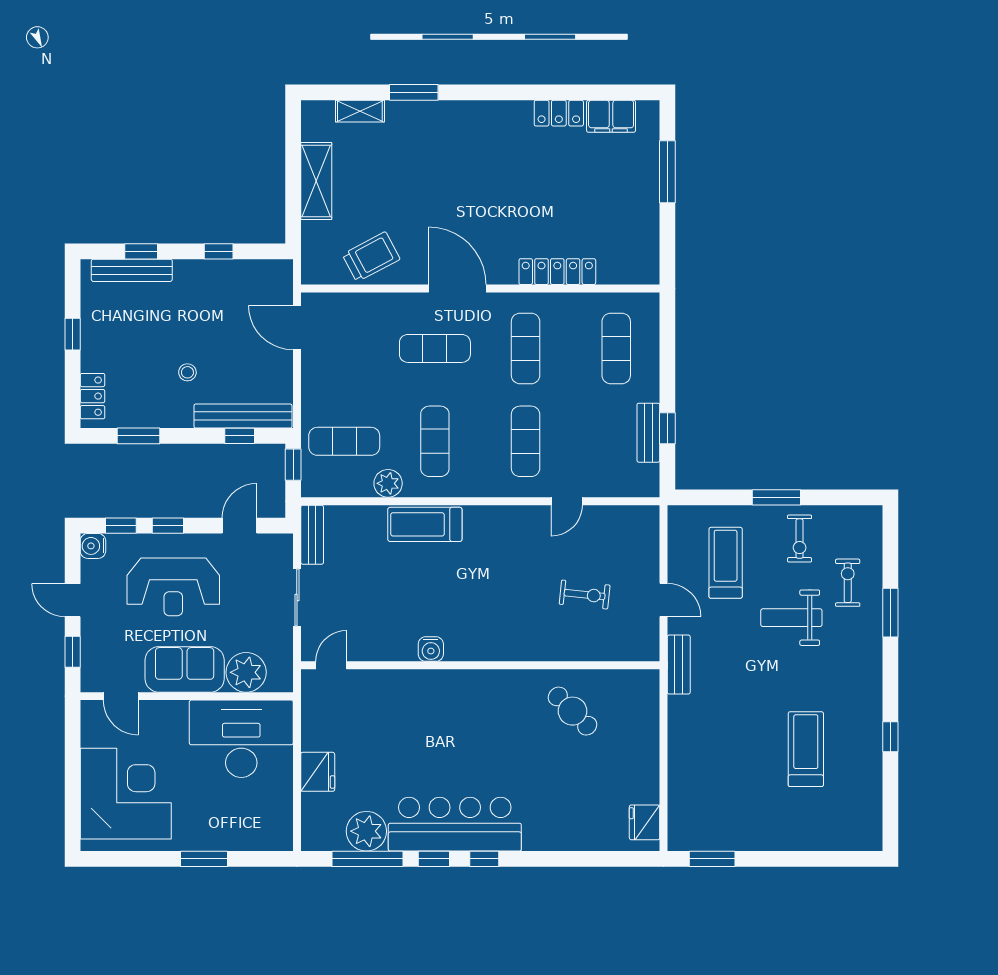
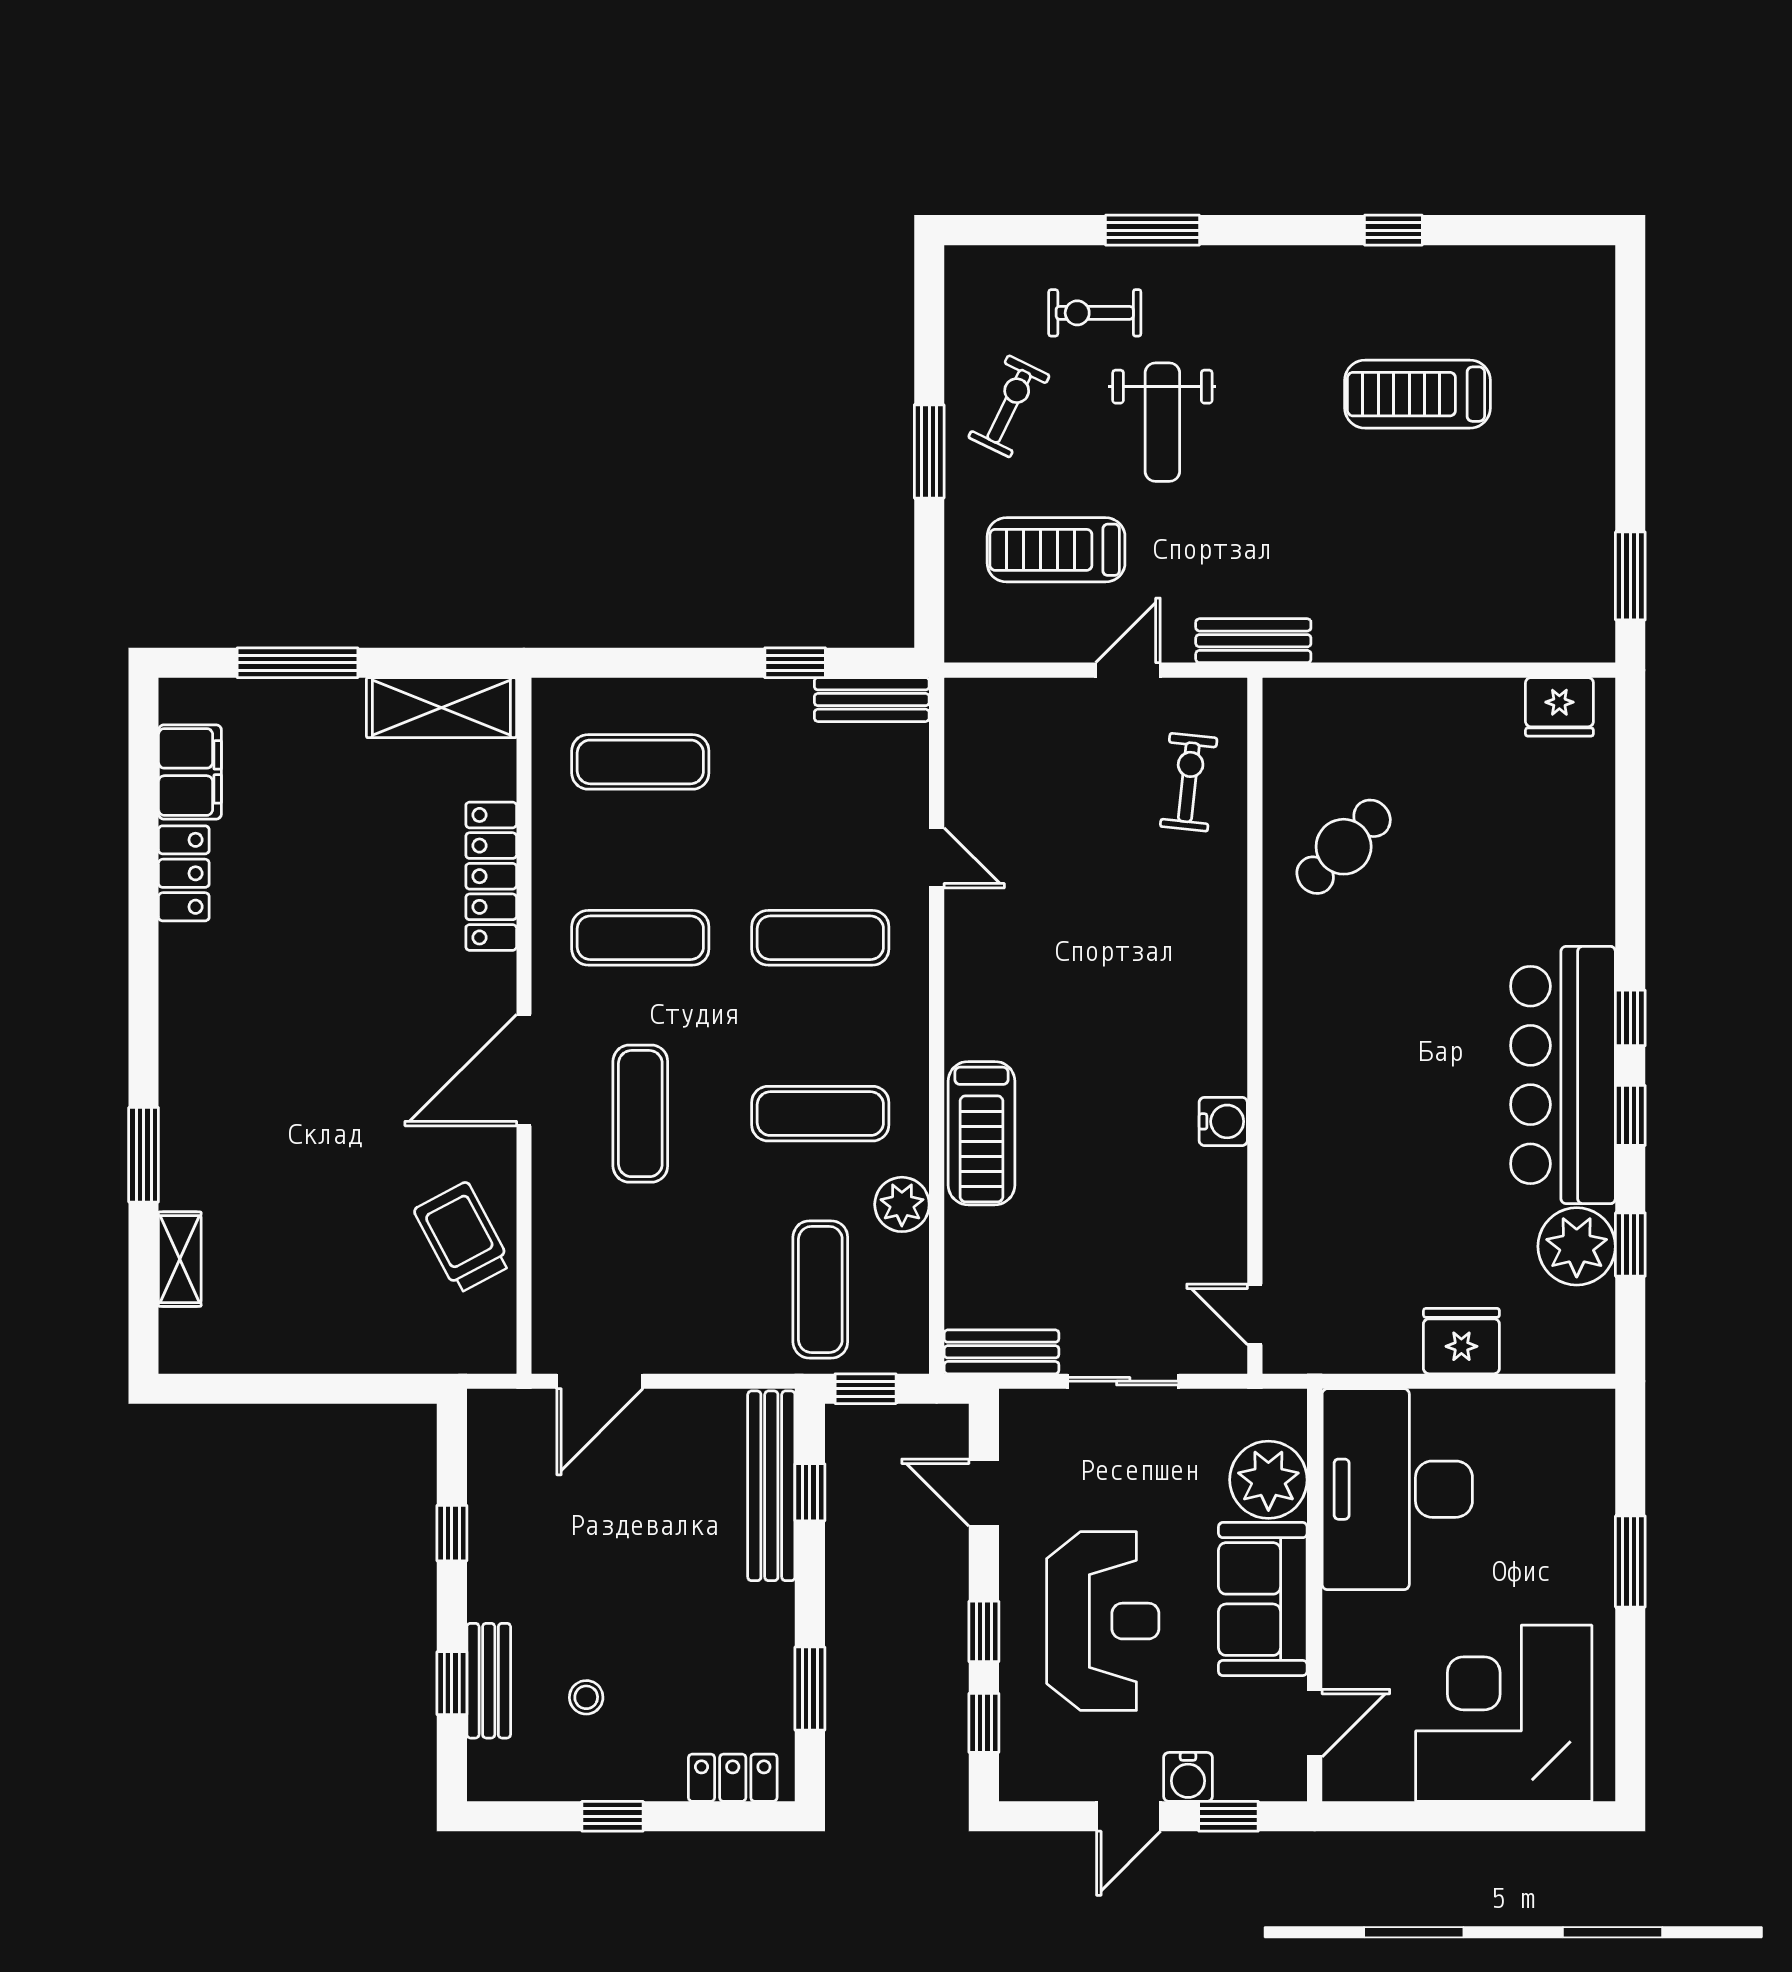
shelving: (316, 181) -> (441, 708), moved
bench: (132, 270) -> (489, 1681), width x0.73
stool: (187, 372) -> (586, 1697), moved
bench: (648, 433) -> (872, 700), moved
exercise bike: (800, 539) -> (1009, 406), turned -64
water cooler: (93, 546) -> (1188, 1777), moved
exercise bike: (585, 595) -> (1189, 782), moved
window: (367, 859) -> (1630, 1244), width x0.46

